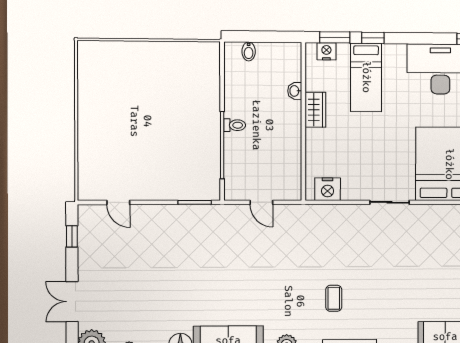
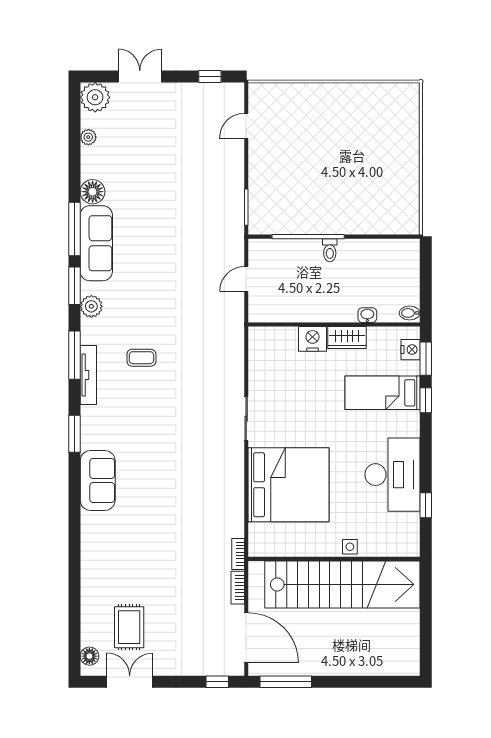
bidet: (249, 51) -> (410, 313), moved
nightstand: (328, 189) -> (313, 339), moved, turned 90

